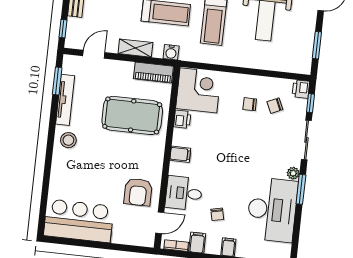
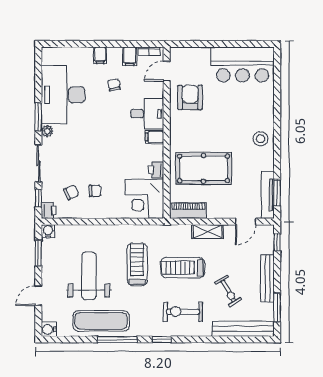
water cooler: (171, 52) -> (48, 231), moved
tv unit: (65, 100) -> (268, 195), moved
desk: (184, 193) -> (147, 114), moved

